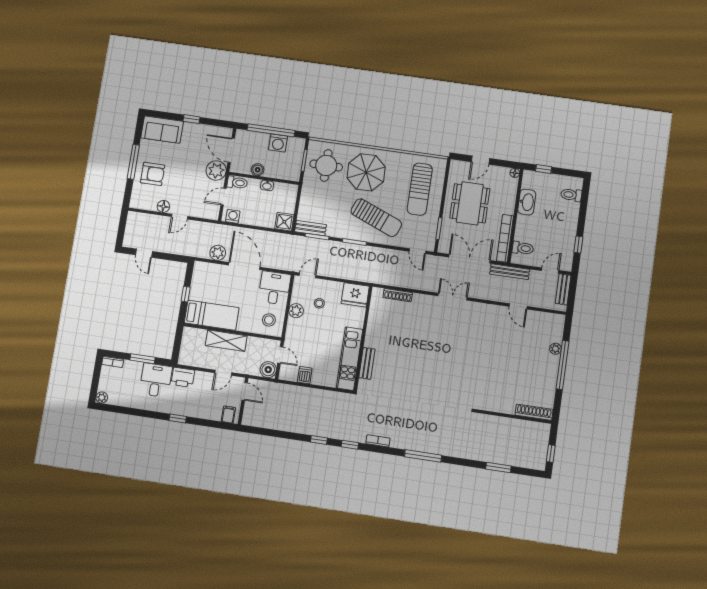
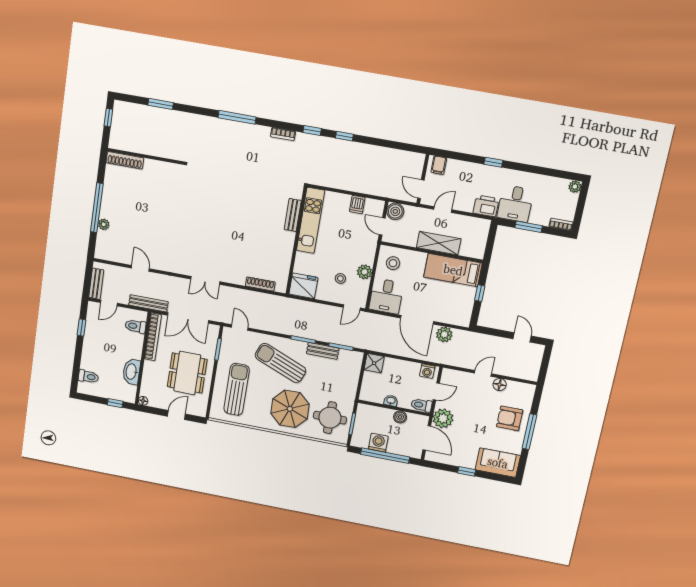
bench: (311, 228) -> (323, 351), moved

